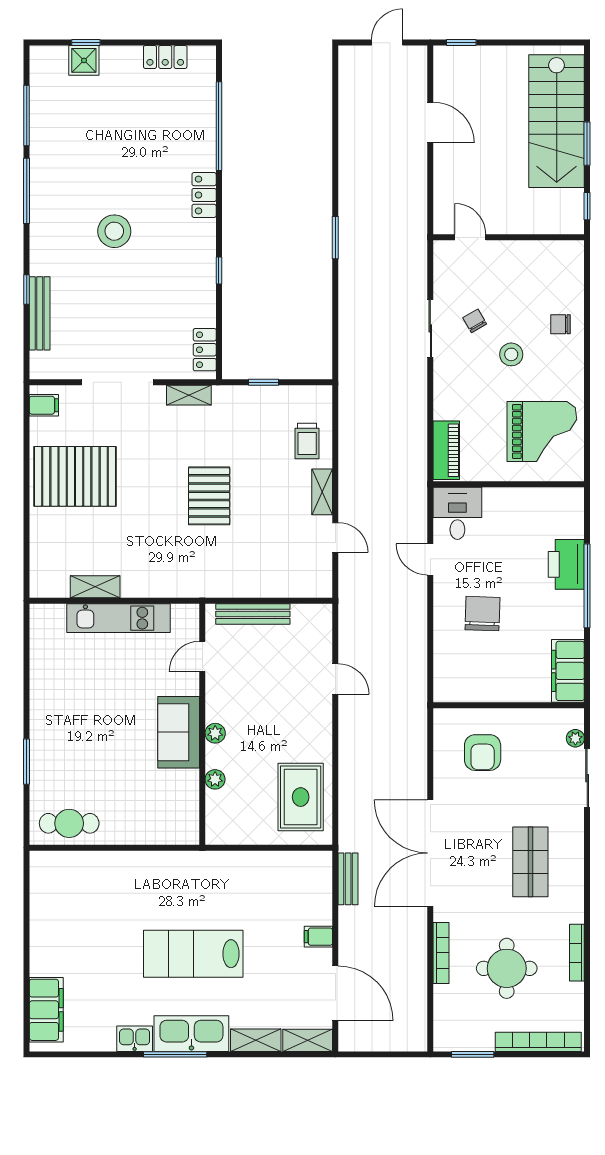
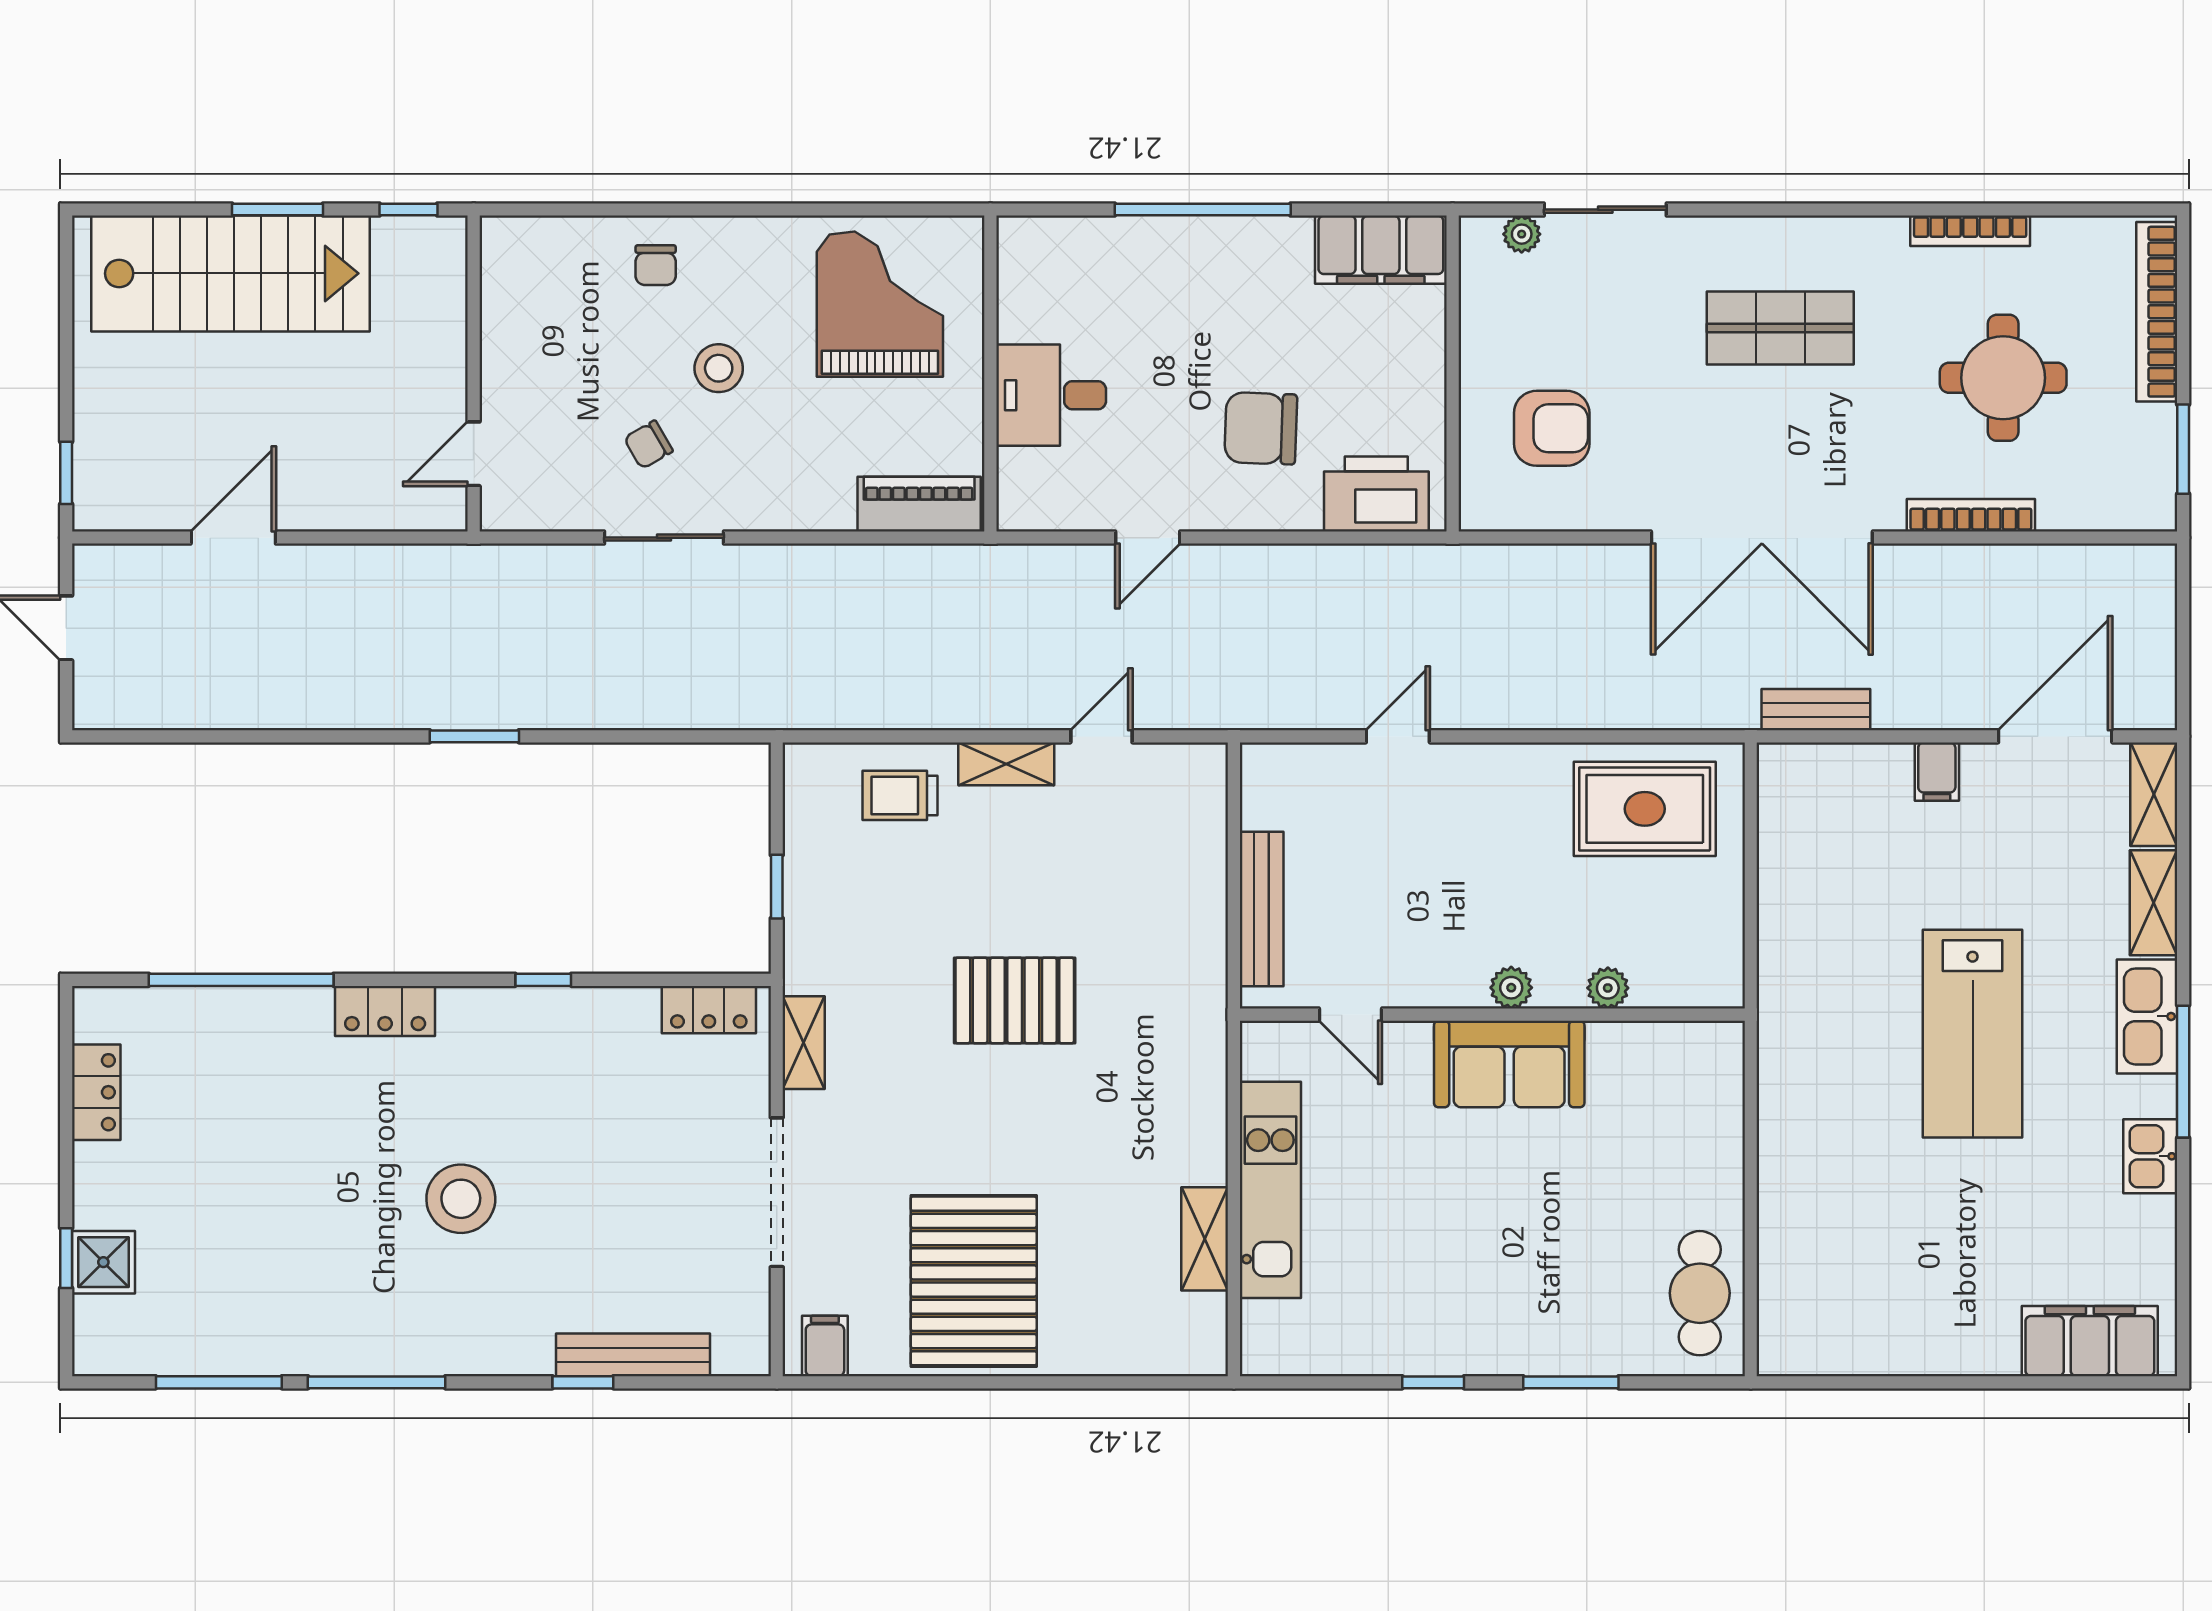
trolley: (307, 441) -> (900, 795), turned 180
desk: (457, 513) -> (1051, 395), moved
printer: (566, 564) -> (1376, 494), moved, turned 180
window: (27, 696) -> (1433, 1382), added
kitchen sink: (191, 1034) -> (2147, 1016), width x0.73, depth x0.81

